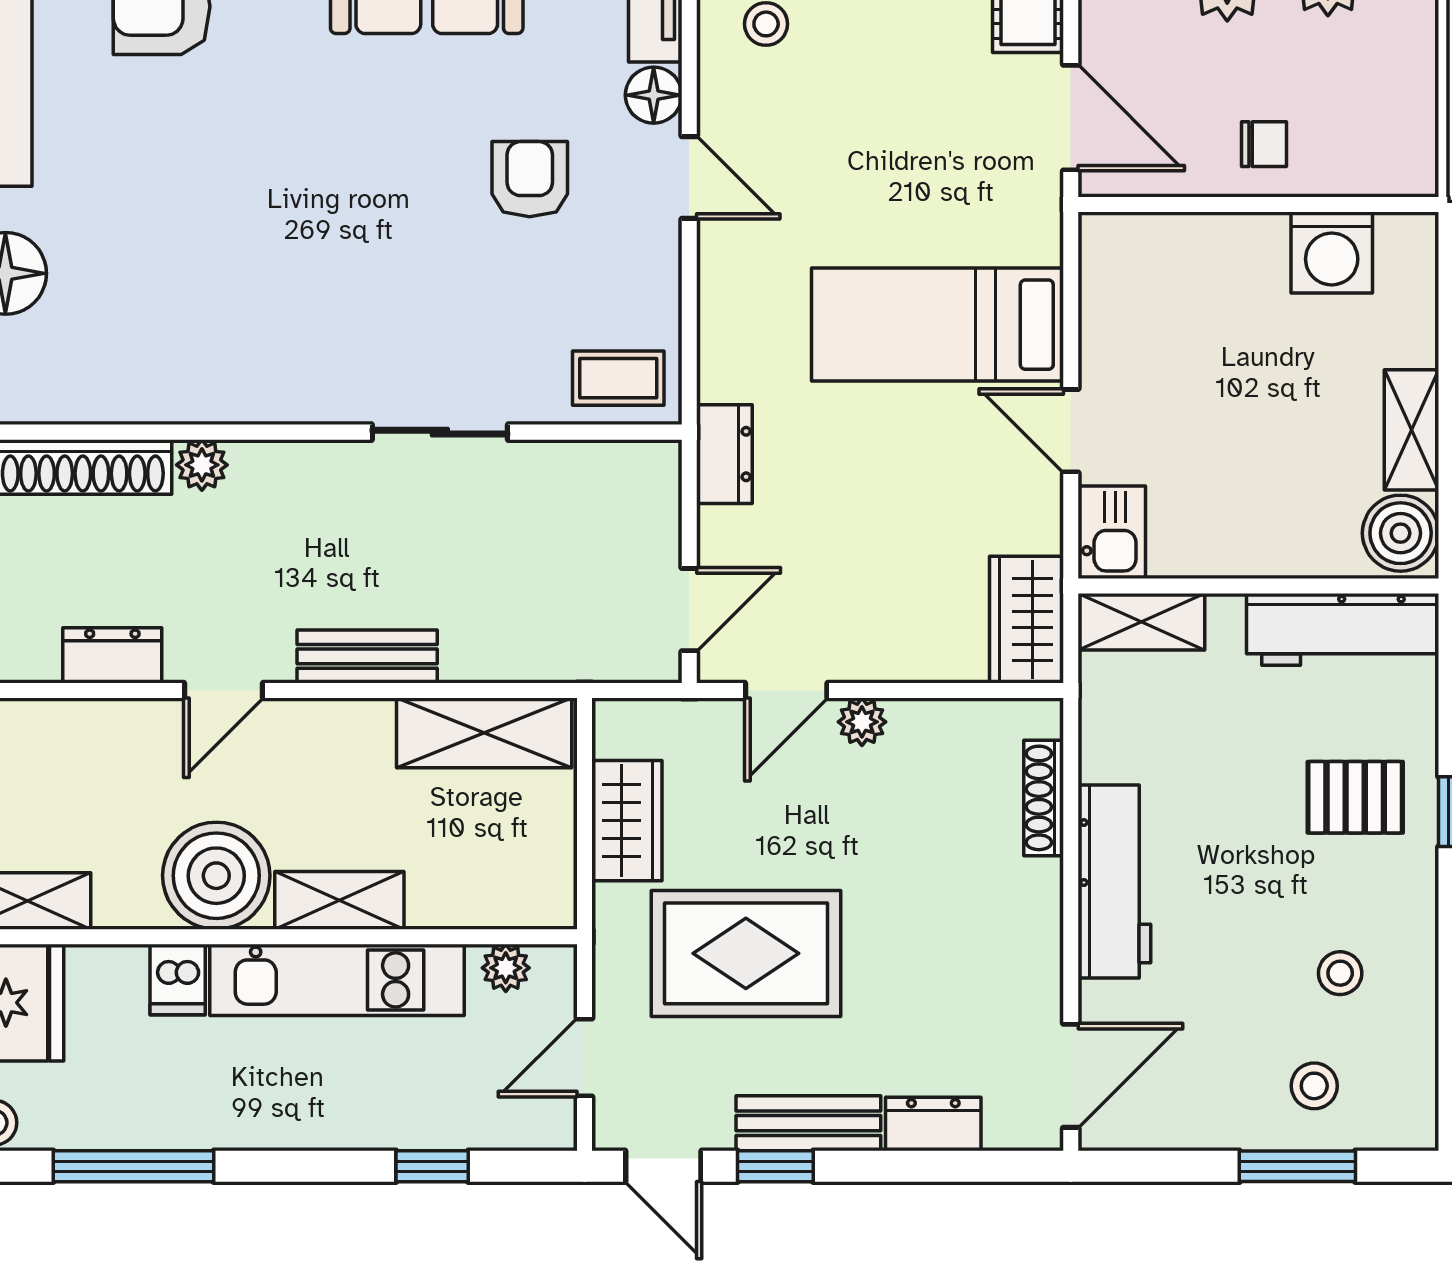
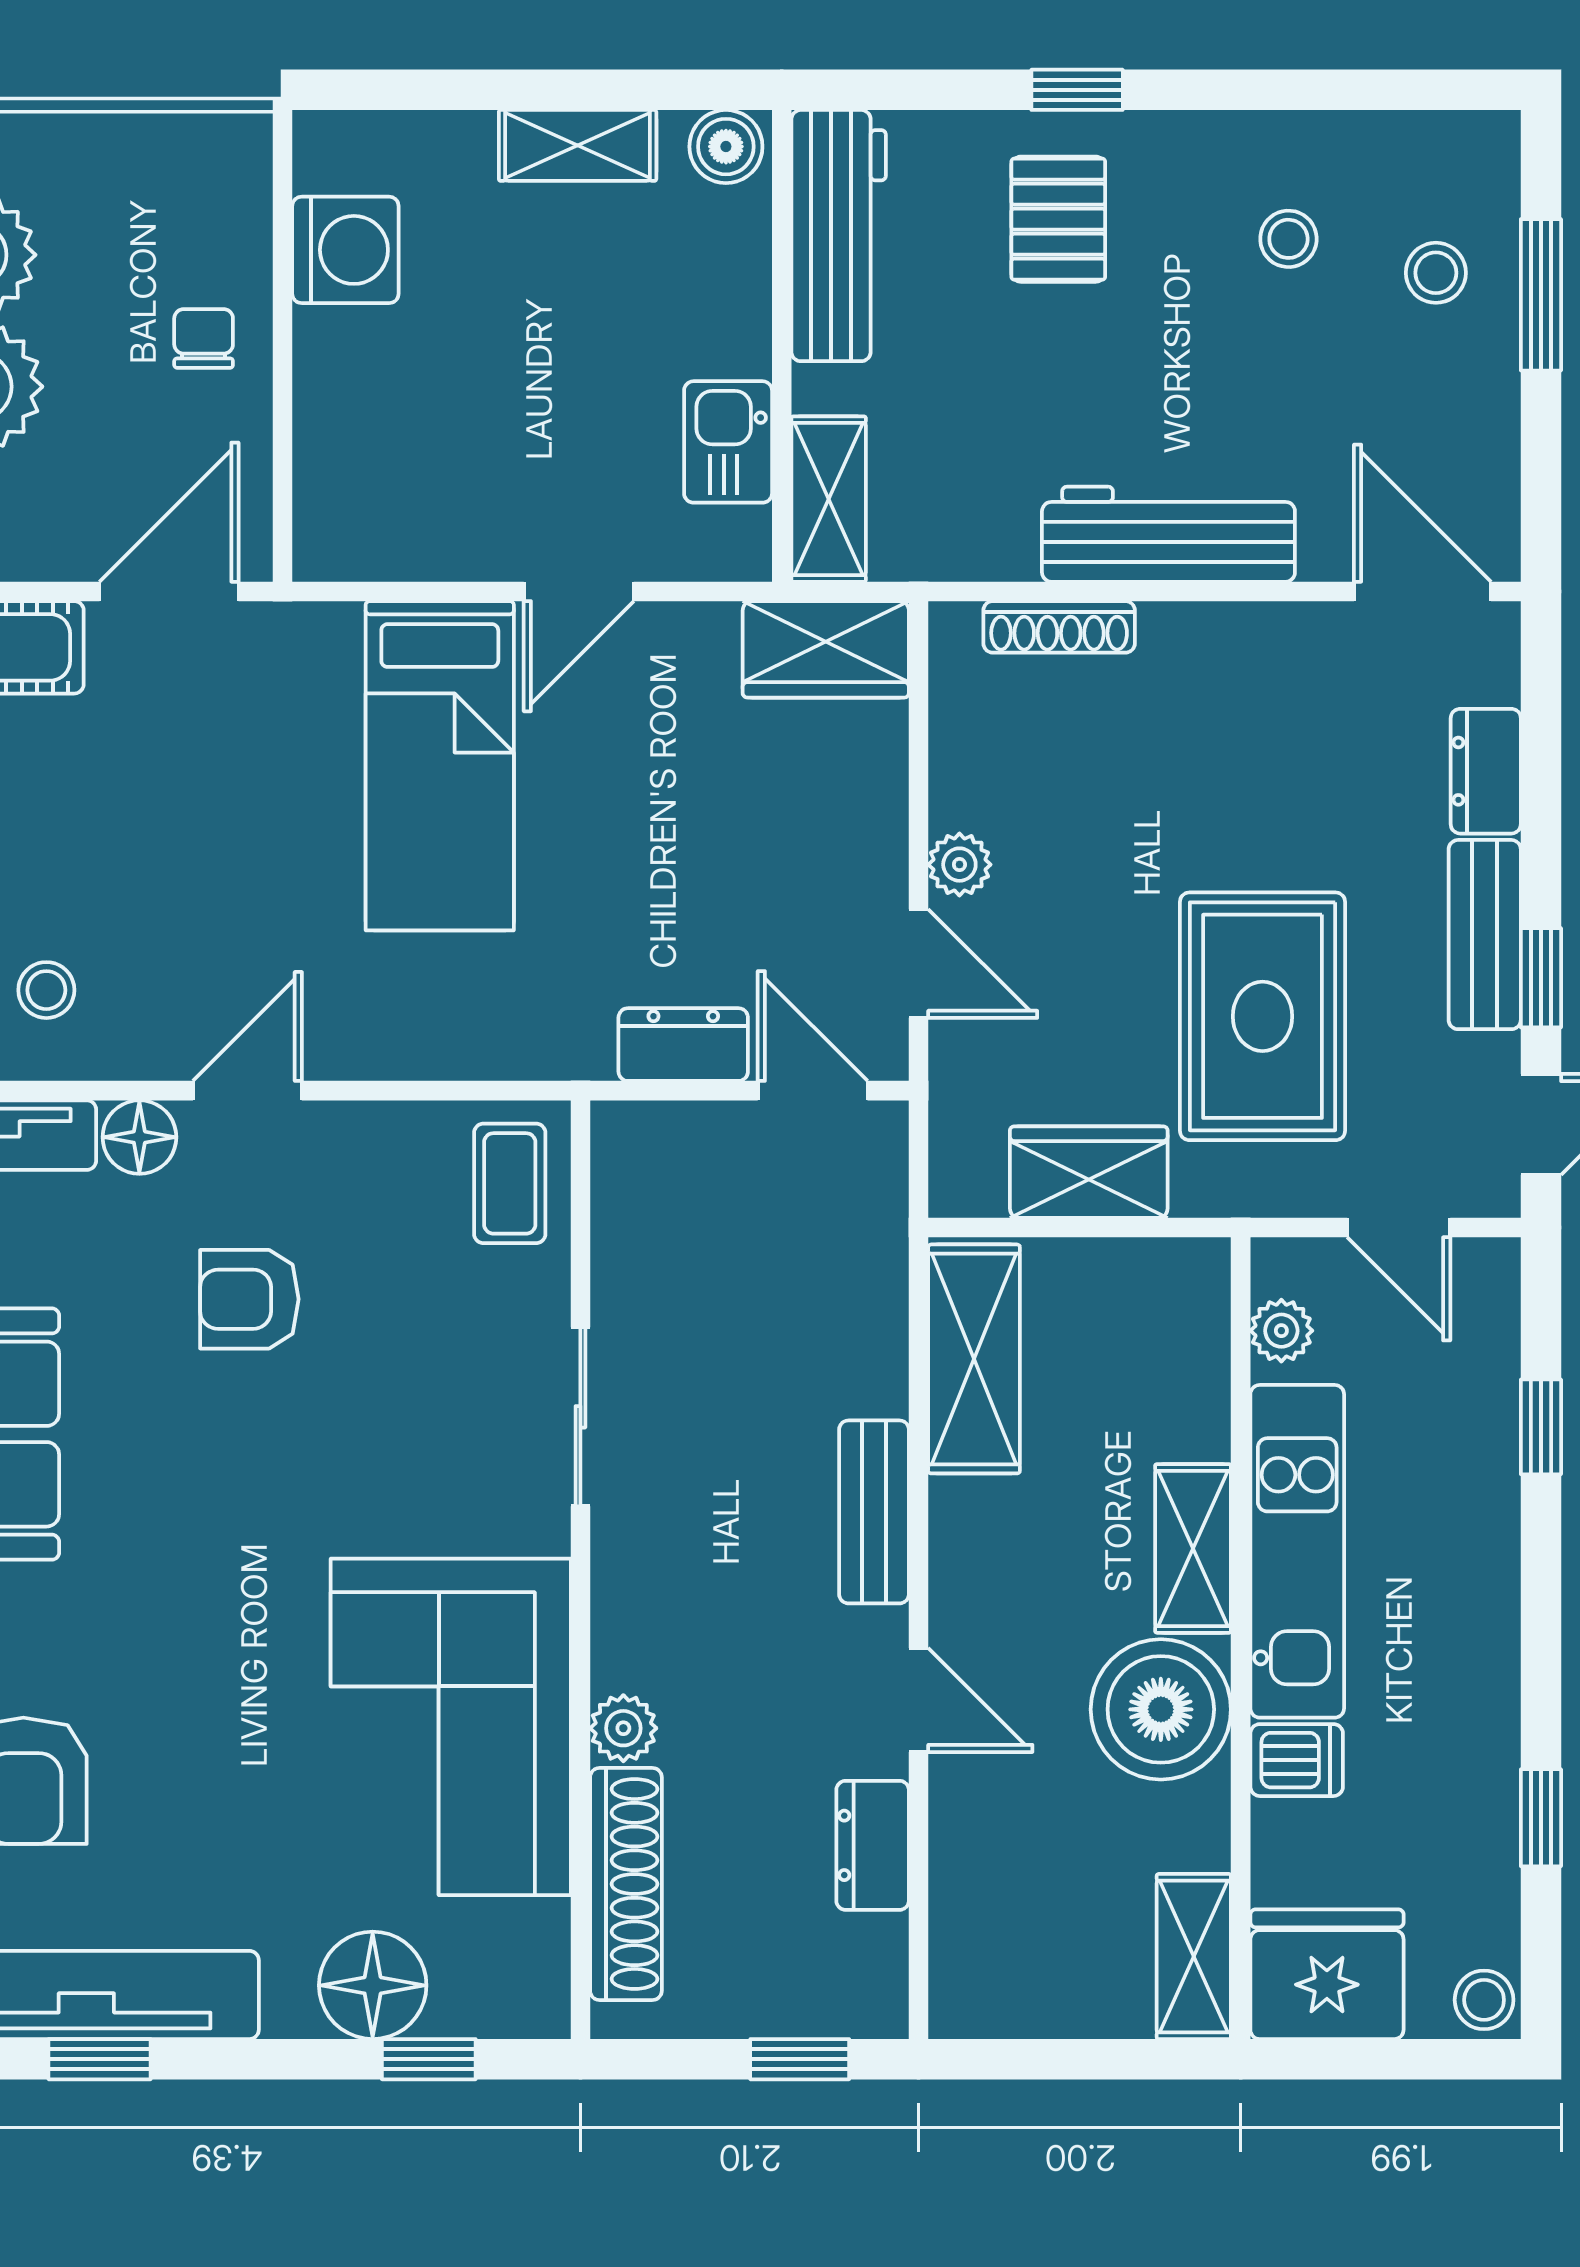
corner sofa: (203, 333) -> (451, 1727), added
dresser: (724, 454) -> (683, 1045), moved
kitchen sink: (1112, 532) -> (728, 442), moved, turned -90
boiler: (1401, 533) -> (726, 147), width x0.73, depth x0.73
window: (133, 1166) -> (1541, 1818), width x0.46

